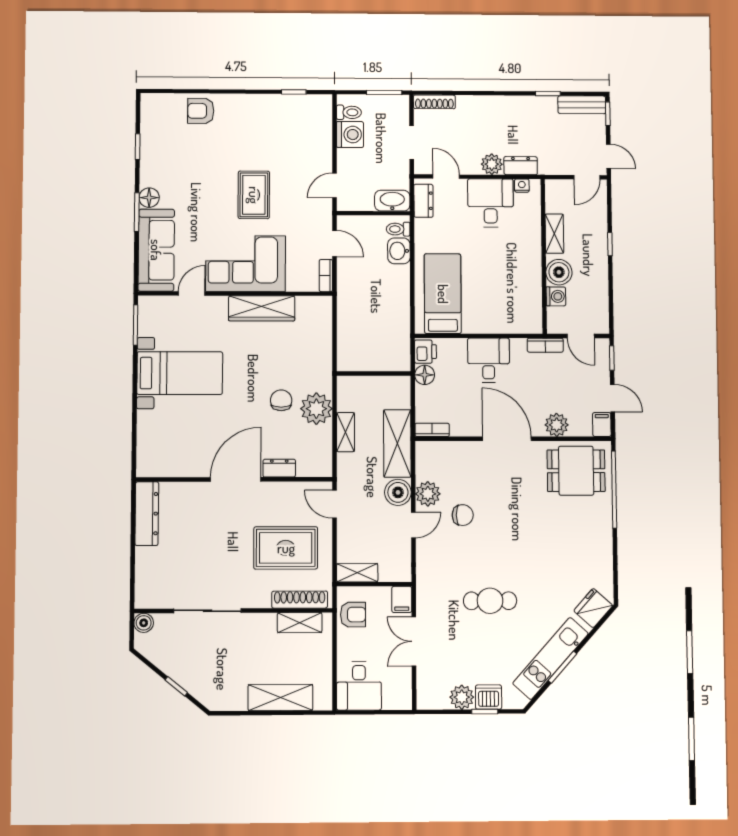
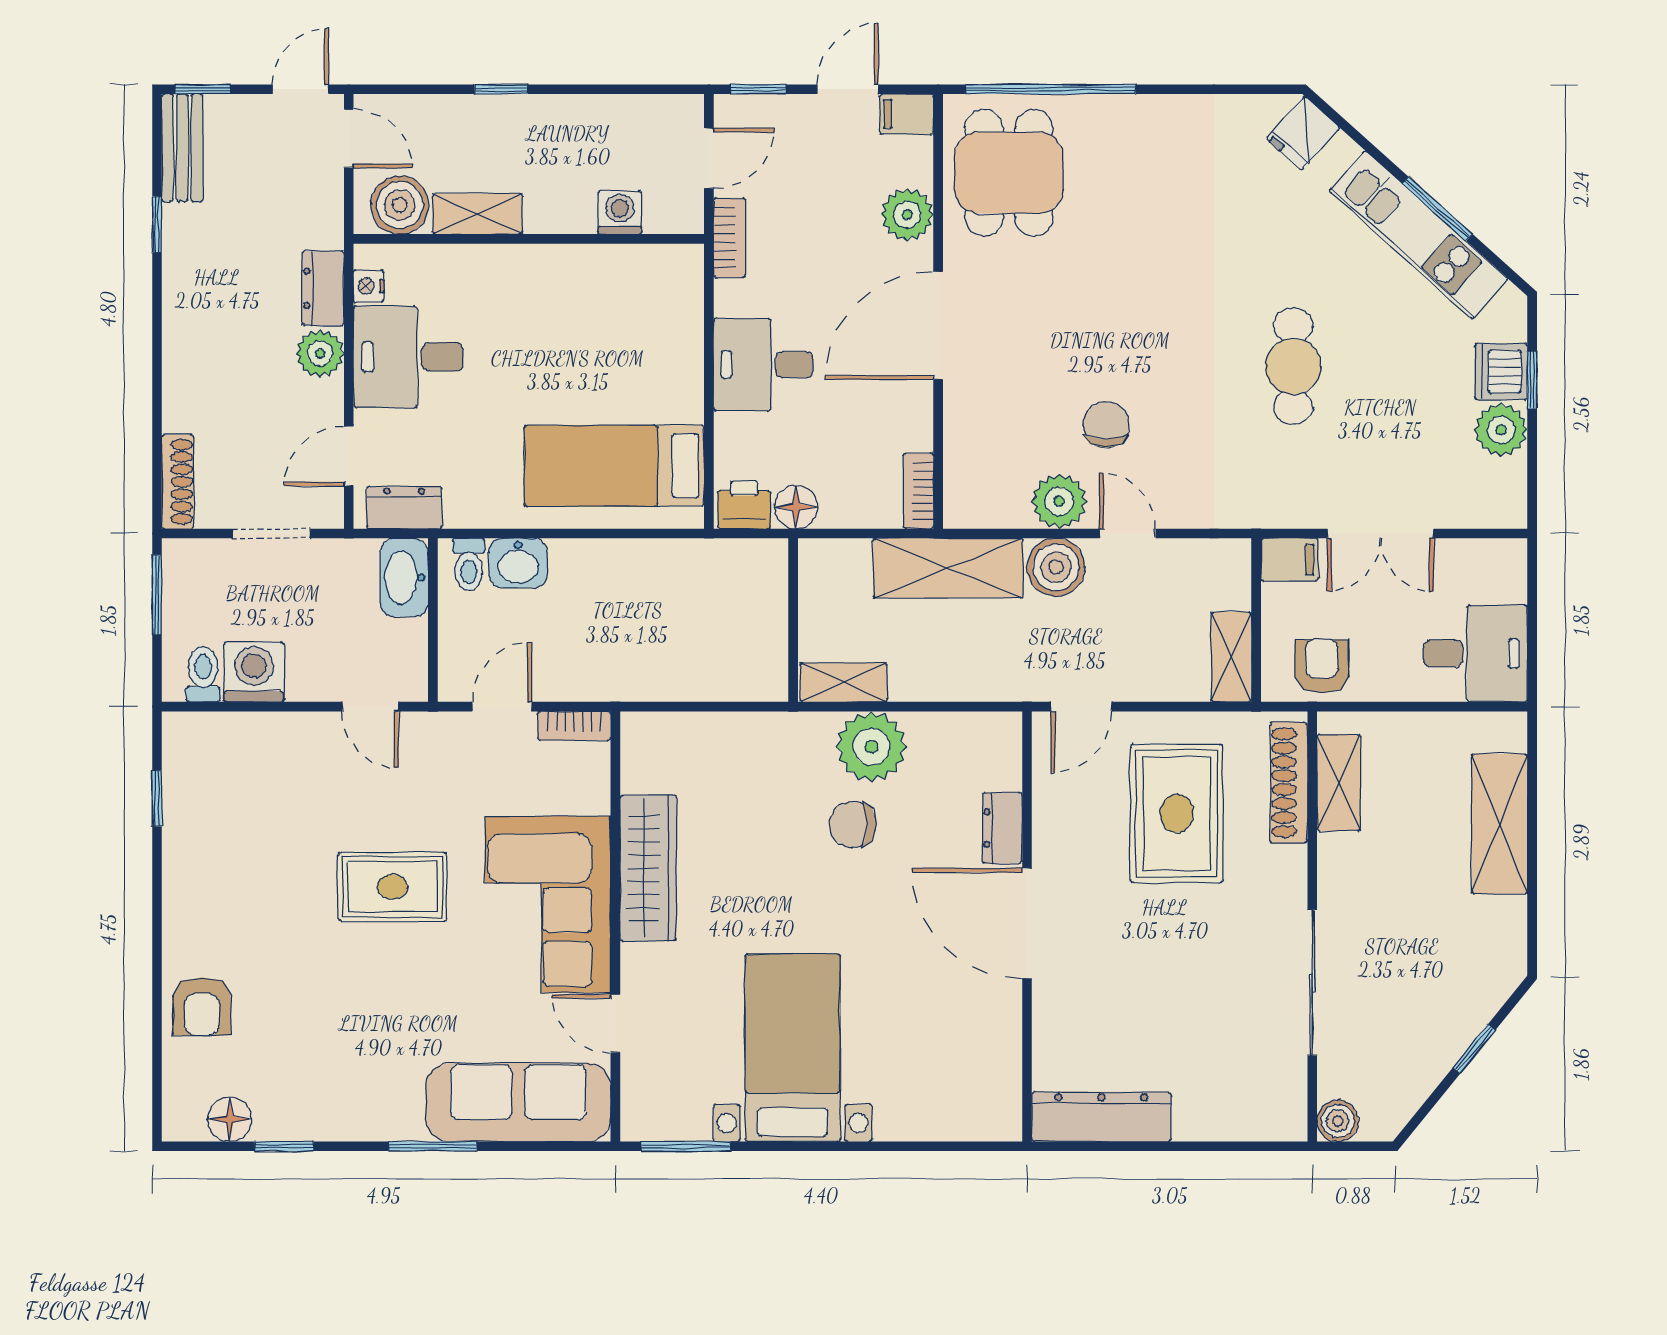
floor lamp: (149, 198) -> (230, 1119), moved
boiler: (559, 272) -> (400, 205), moved
shelving: (346, 432) -> (844, 682), moved
fridge: (593, 608) -> (1303, 133), width x0.72

